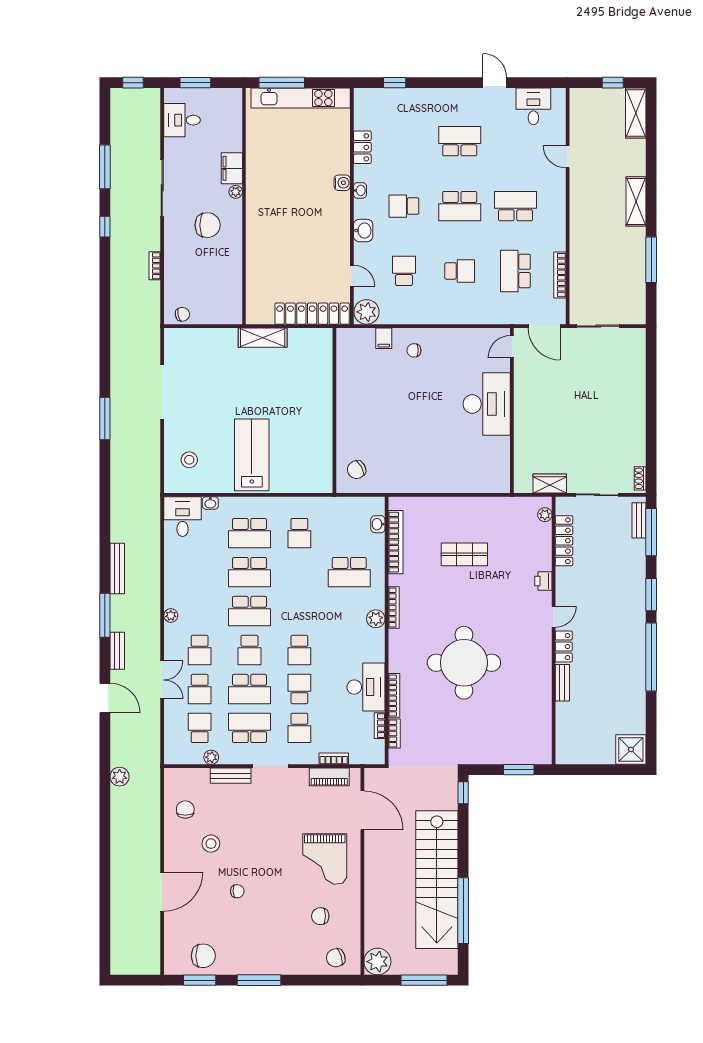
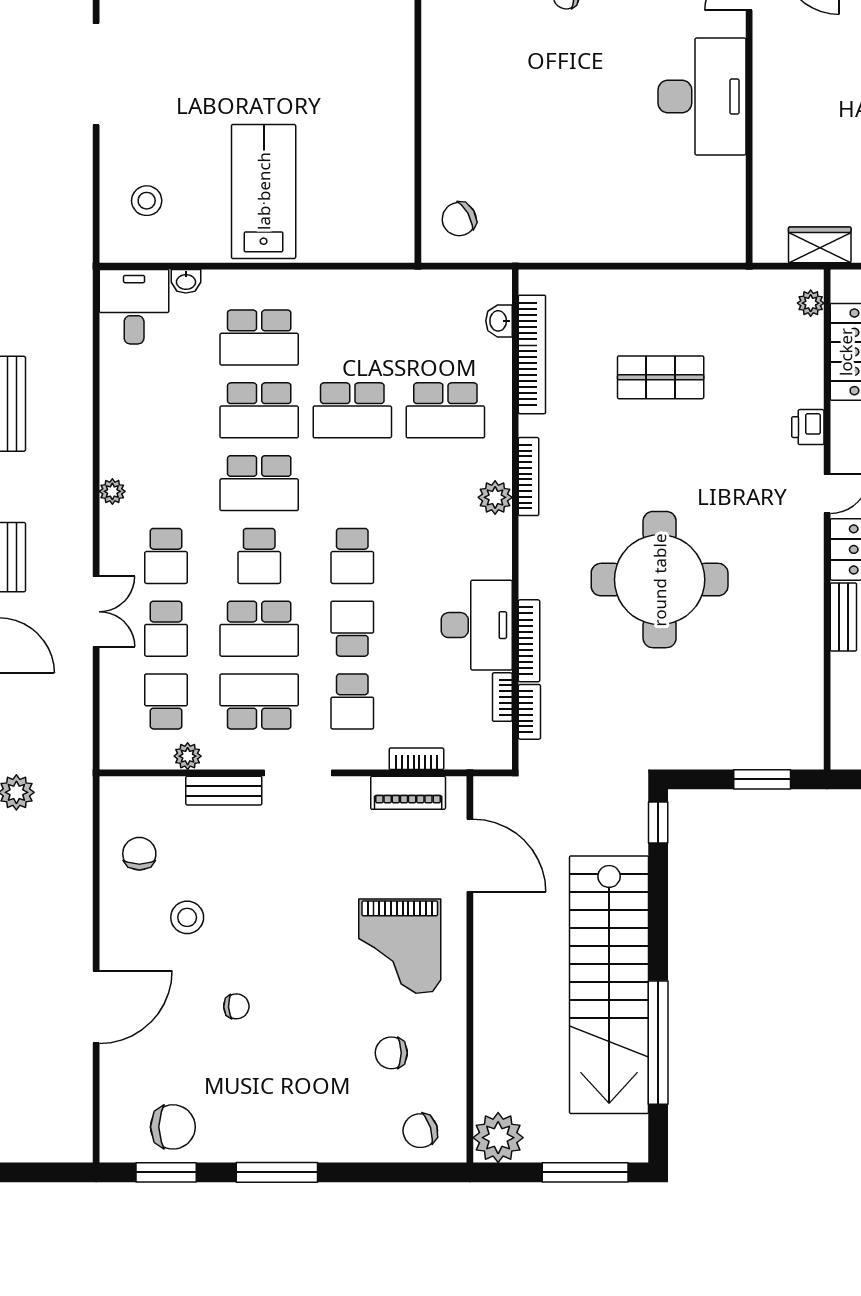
school desk: (299, 533) -> (352, 410), moved, width x1.85

